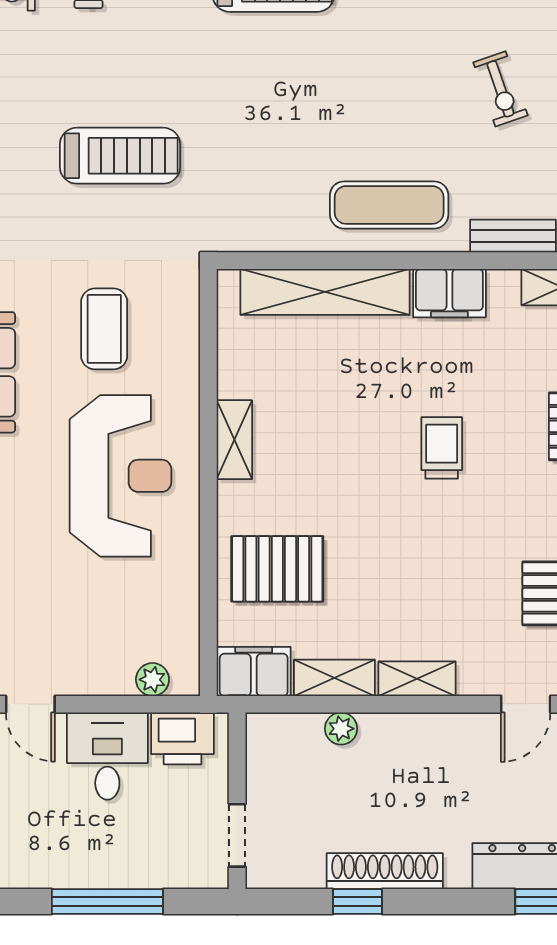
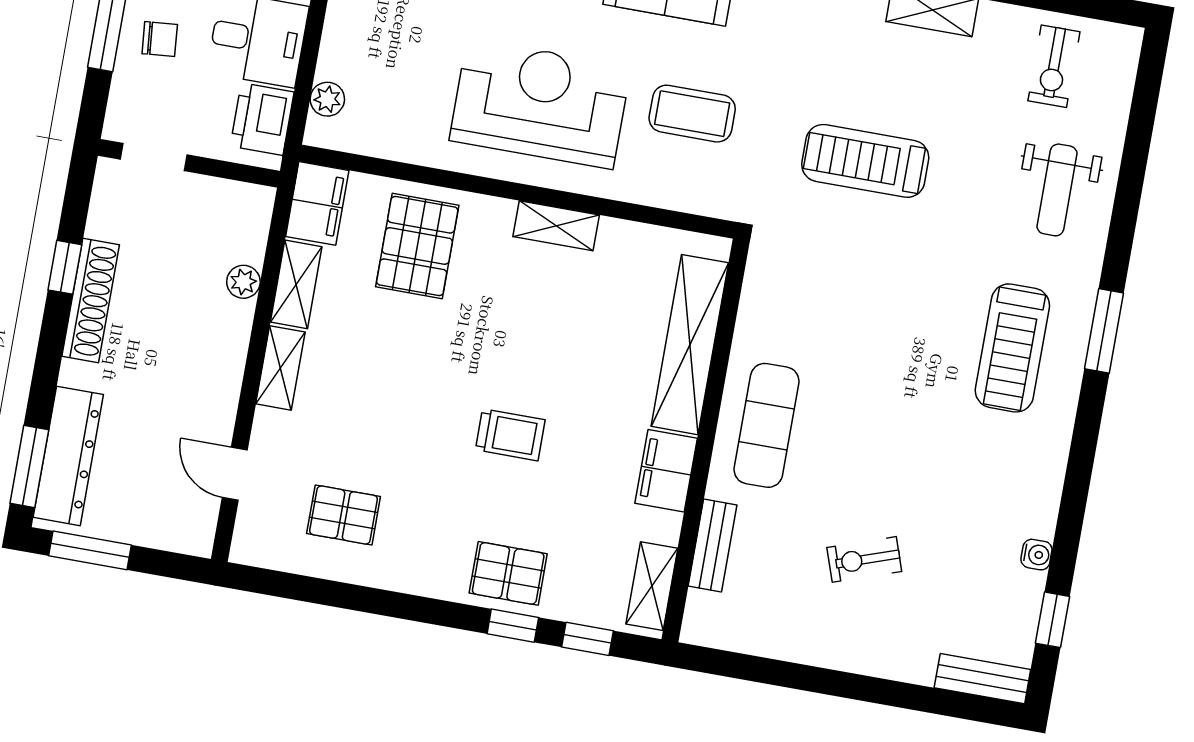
treadmill: (120, 156) -> (865, 161), turned 90
reception desk: (120, 476) -> (540, 104), turned 180
chair: (124, 850) -> (160, 39), added

